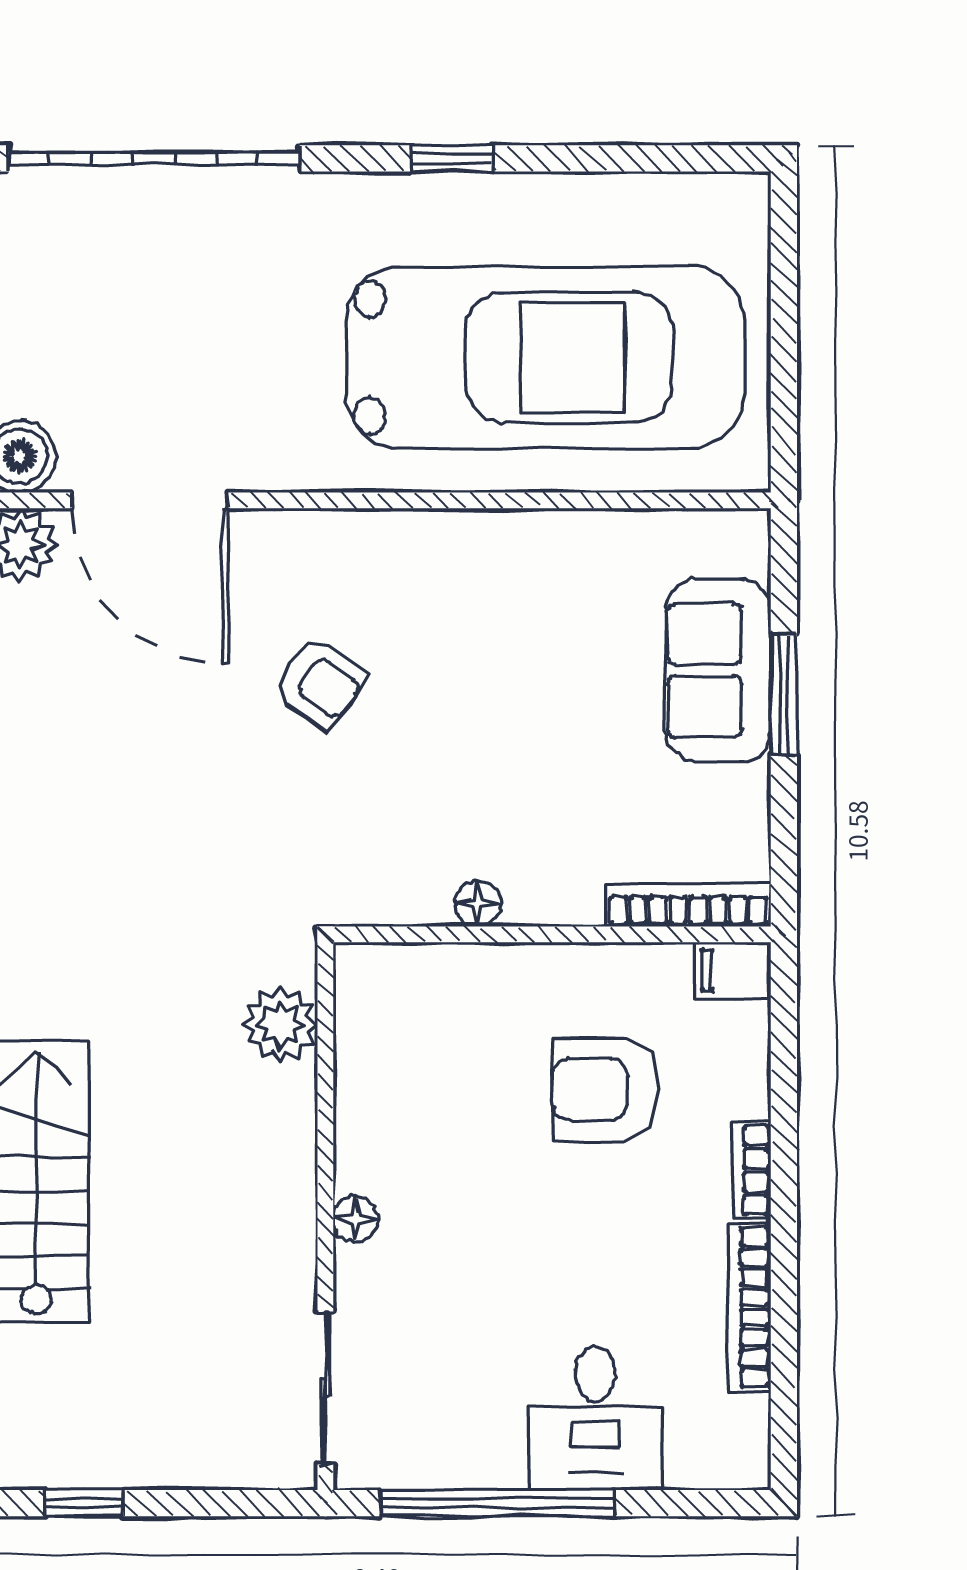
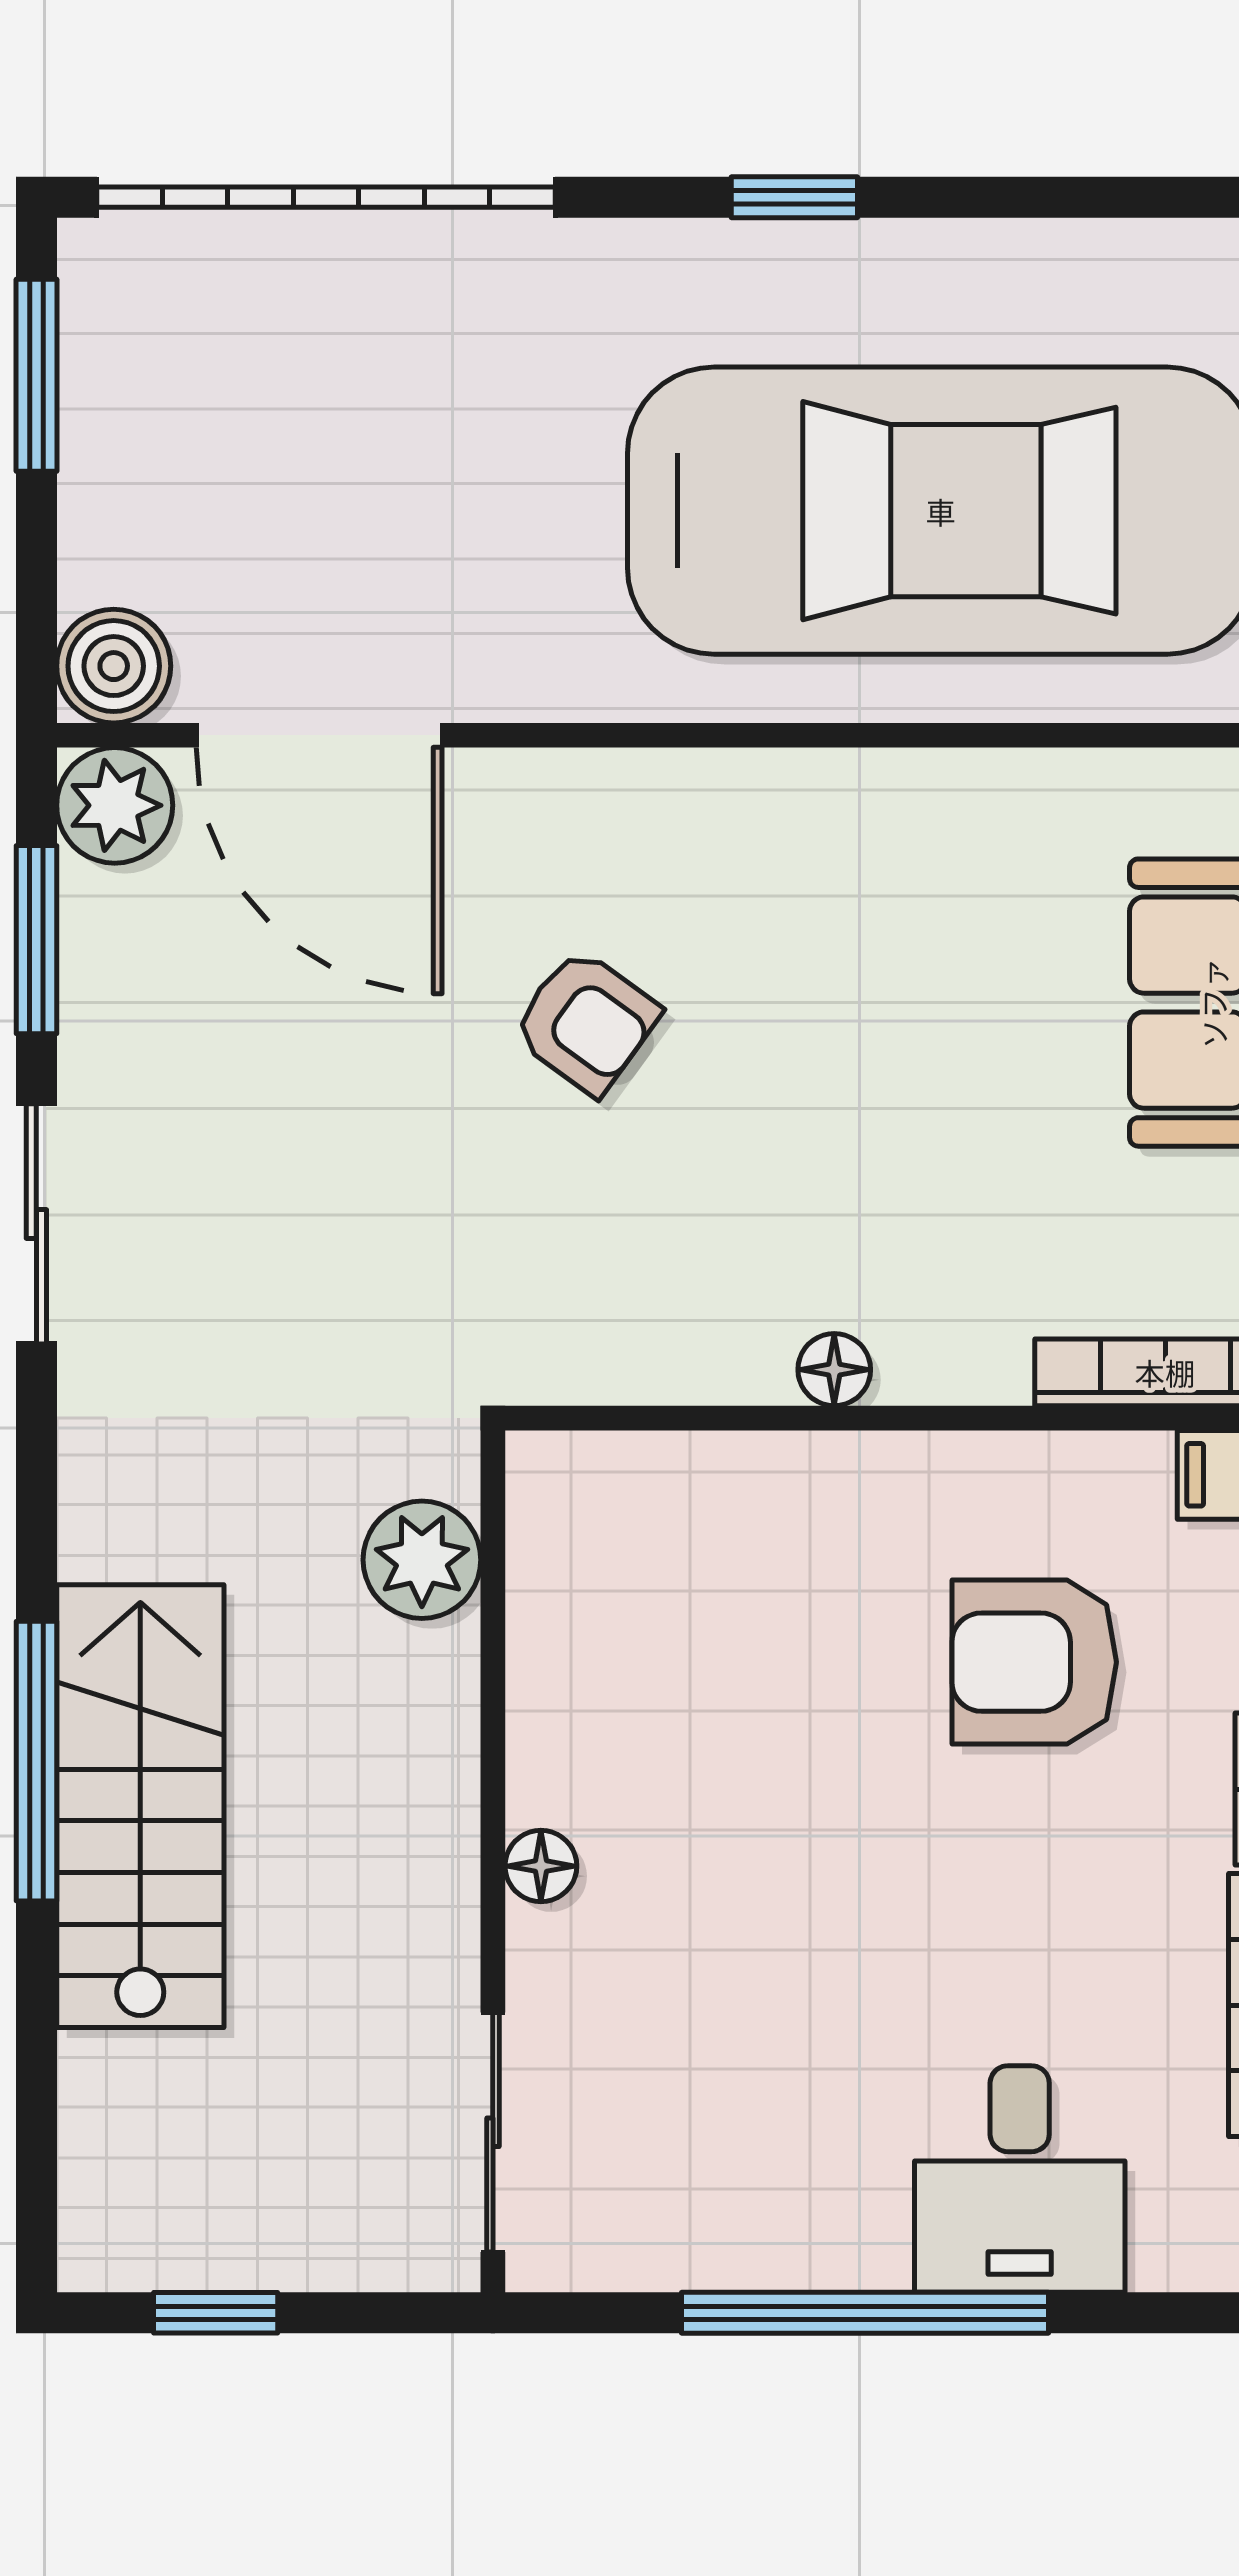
plant: (280, 1024) -> (422, 1560), moved
wall: (325, 1216) -> (493, 1861), moved
floor lamp: (356, 1219) -> (541, 1866), moved
sliding door: (325, 1388) -> (493, 2132), moved

